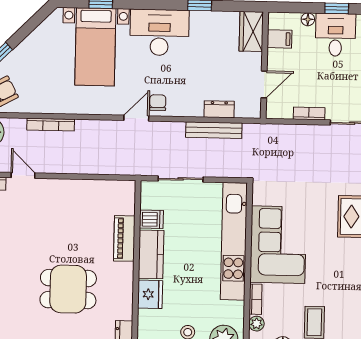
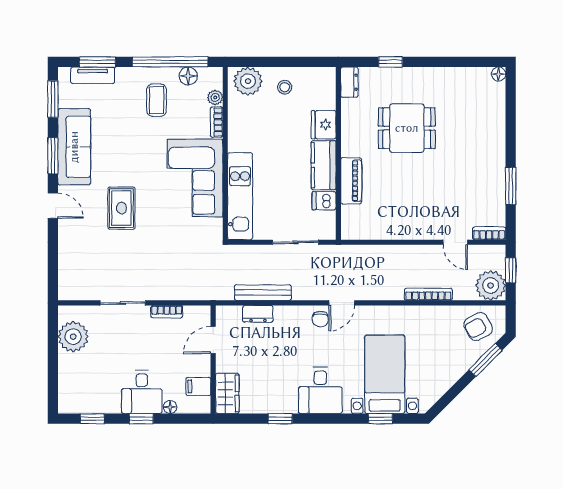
desk: (159, 32) -> (320, 390), width x0.73
kitchen unit: (234, 241) -> (240, 196), width x0.73

